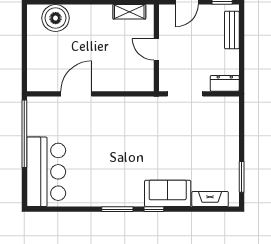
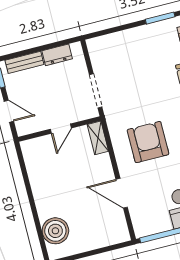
shelving: (129, 12) -> (98, 138), moved
dresser: (225, 83) -> (57, 55), moved, turned -90
armchair: (121, 133) -> (148, 142), added

